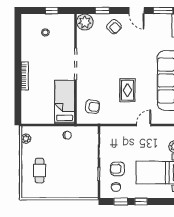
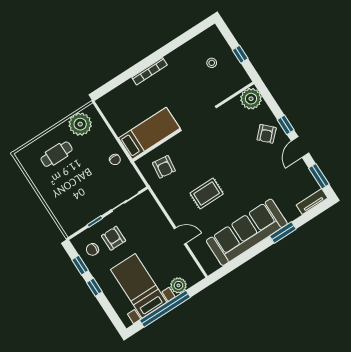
window: (102, 11) -> (286, 125), moved
plant: (26, 139) -> (80, 124), width x1.88, depth x1.88

